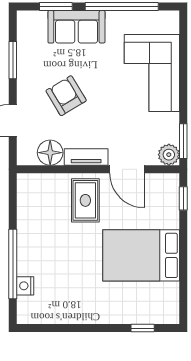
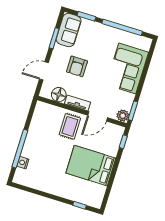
sofa: (76, 27) -> (69, 30), moved, turned -90
armchair: (66, 96) -> (77, 66), turned -149
door: (127, 169) -> (98, 116), hinge flipped

